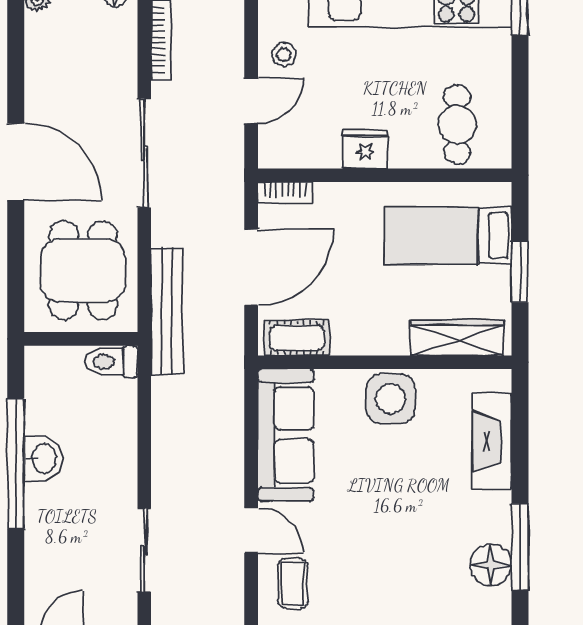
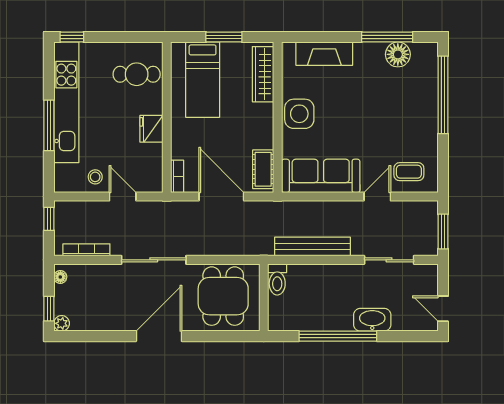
dining table: (83, 270) -> (223, 296), turned 90
bench: (167, 311) -> (312, 246), moved
washbasin: (43, 459) -> (372, 320), moved, width x1.38

